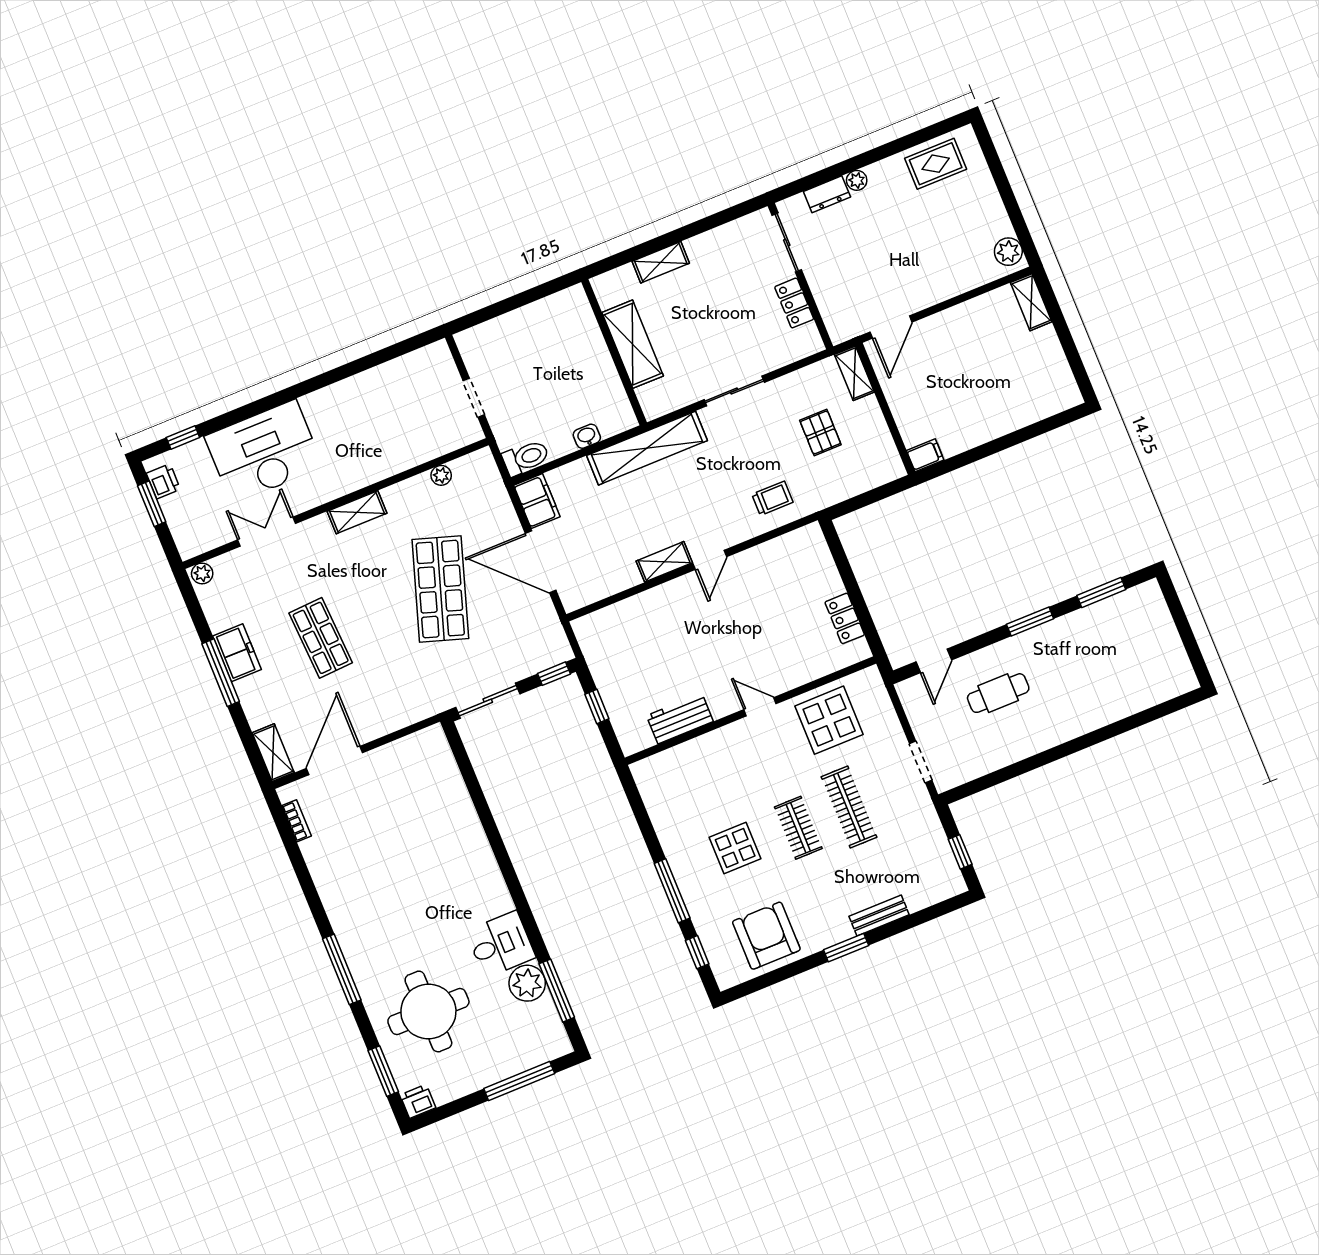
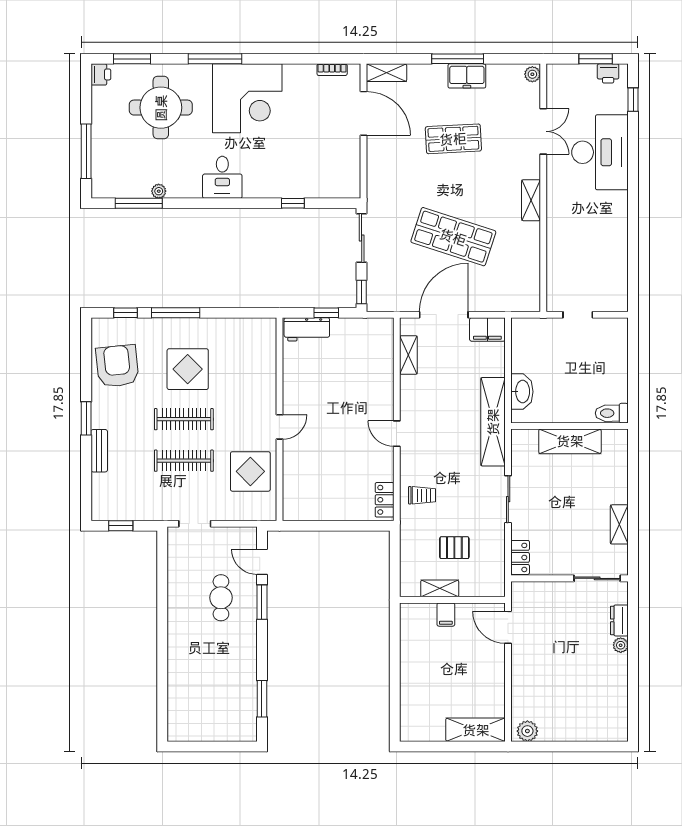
rug: (936, 164) -> (610, 705), removed
shelving: (661, 262) -> (619, 524), moved
shelving: (1031, 302) -> (476, 730), width x1.50, depth x1.33
locker: (794, 303) -> (520, 557), moved, turned 90
shelving: (854, 373) -> (440, 588), moved
washbasin: (587, 436) -> (522, 392), width x1.91, depth x1.45
filing cabinet: (925, 455) -> (446, 615), moved
toilet: (526, 458) -> (612, 413), moved, turned 90
plant: (441, 475) -> (533, 270), removed
trolley: (772, 498) -> (422, 495), turned -90
shelving: (664, 562) -> (408, 355), moved
locker: (845, 618) -> (385, 500), moved, turned -90
window: (1030, 622) -> (262, 602), moved
workbench: (680, 719) -> (307, 329), moved, turned 90
window: (480, 802) -> (293, 203), added
clothes rail: (798, 828) -> (184, 419), width x1.36
display table: (735, 848) -> (188, 369), width x1.36, depth x1.36
corner desk: (374, 910) -> (247, 98), added
armchair: (766, 936) -> (117, 366), turned -96
desk: (501, 944) -> (222, 177), moved
plant: (527, 983) -> (159, 191), width x0.53, depth x0.53

